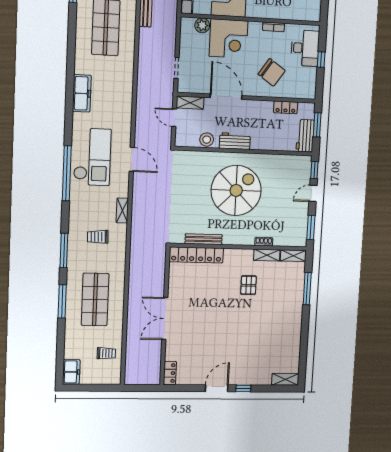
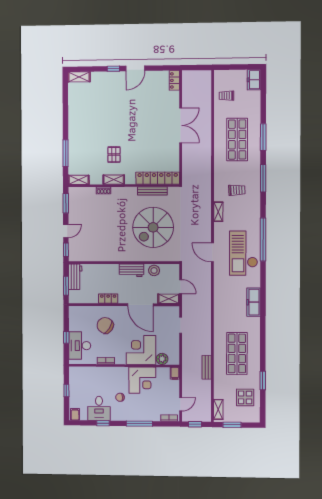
locker: (286, 107) -> (108, 299), moved
spiral stairs: (236, 190) -> (153, 227), moved
shelving: (267, 255) -> (114, 180), moved

